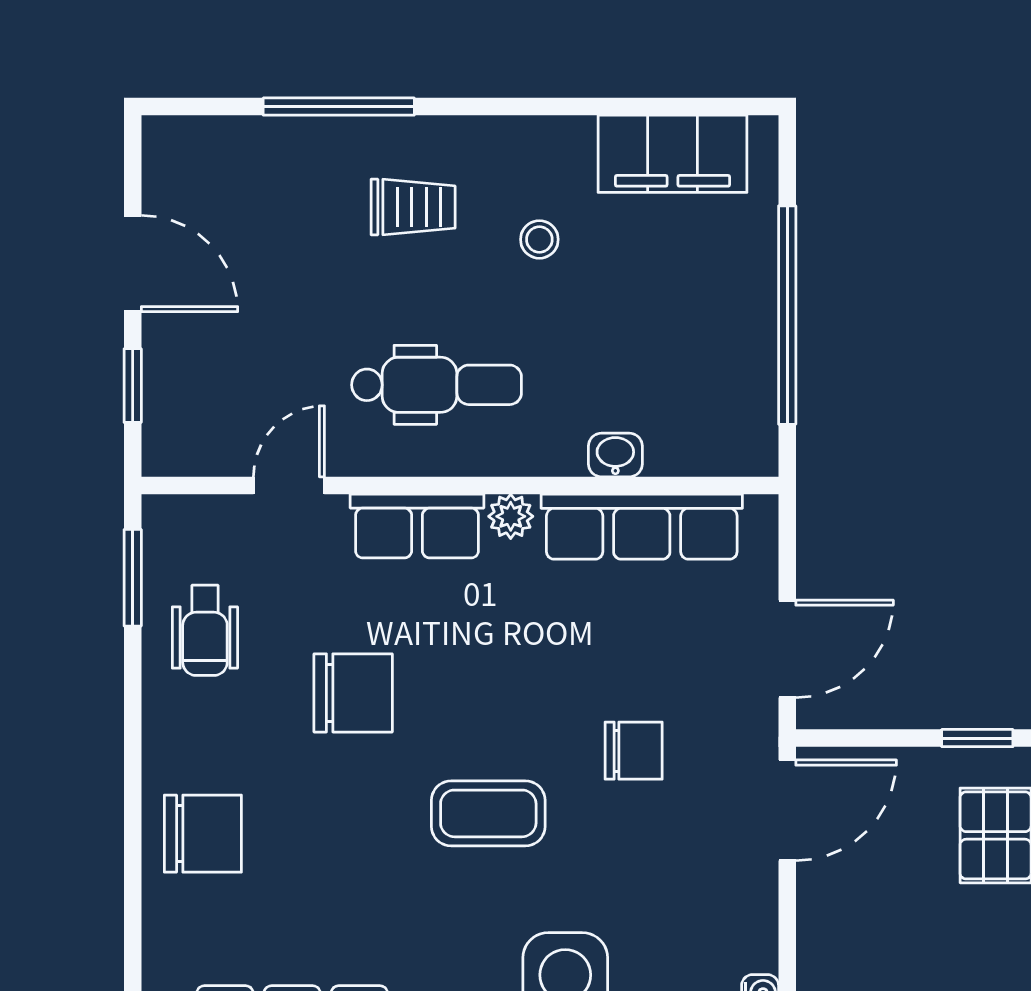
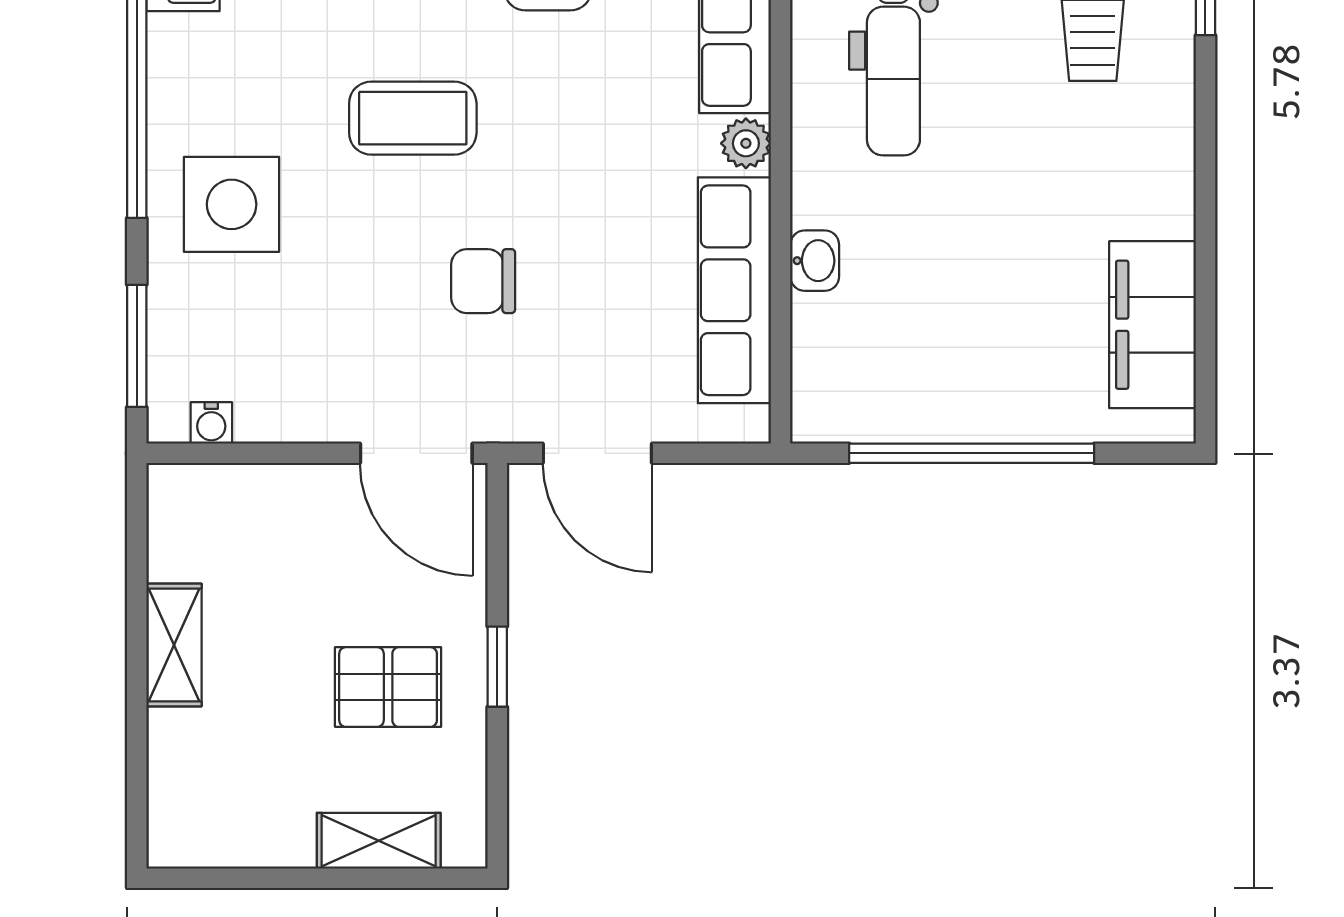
stool: (539, 239) -> (1056, 175), removed
chair: (634, 751) -> (483, 281), turned 90
coffee table: (488, 813) -> (413, 118), turned 90

